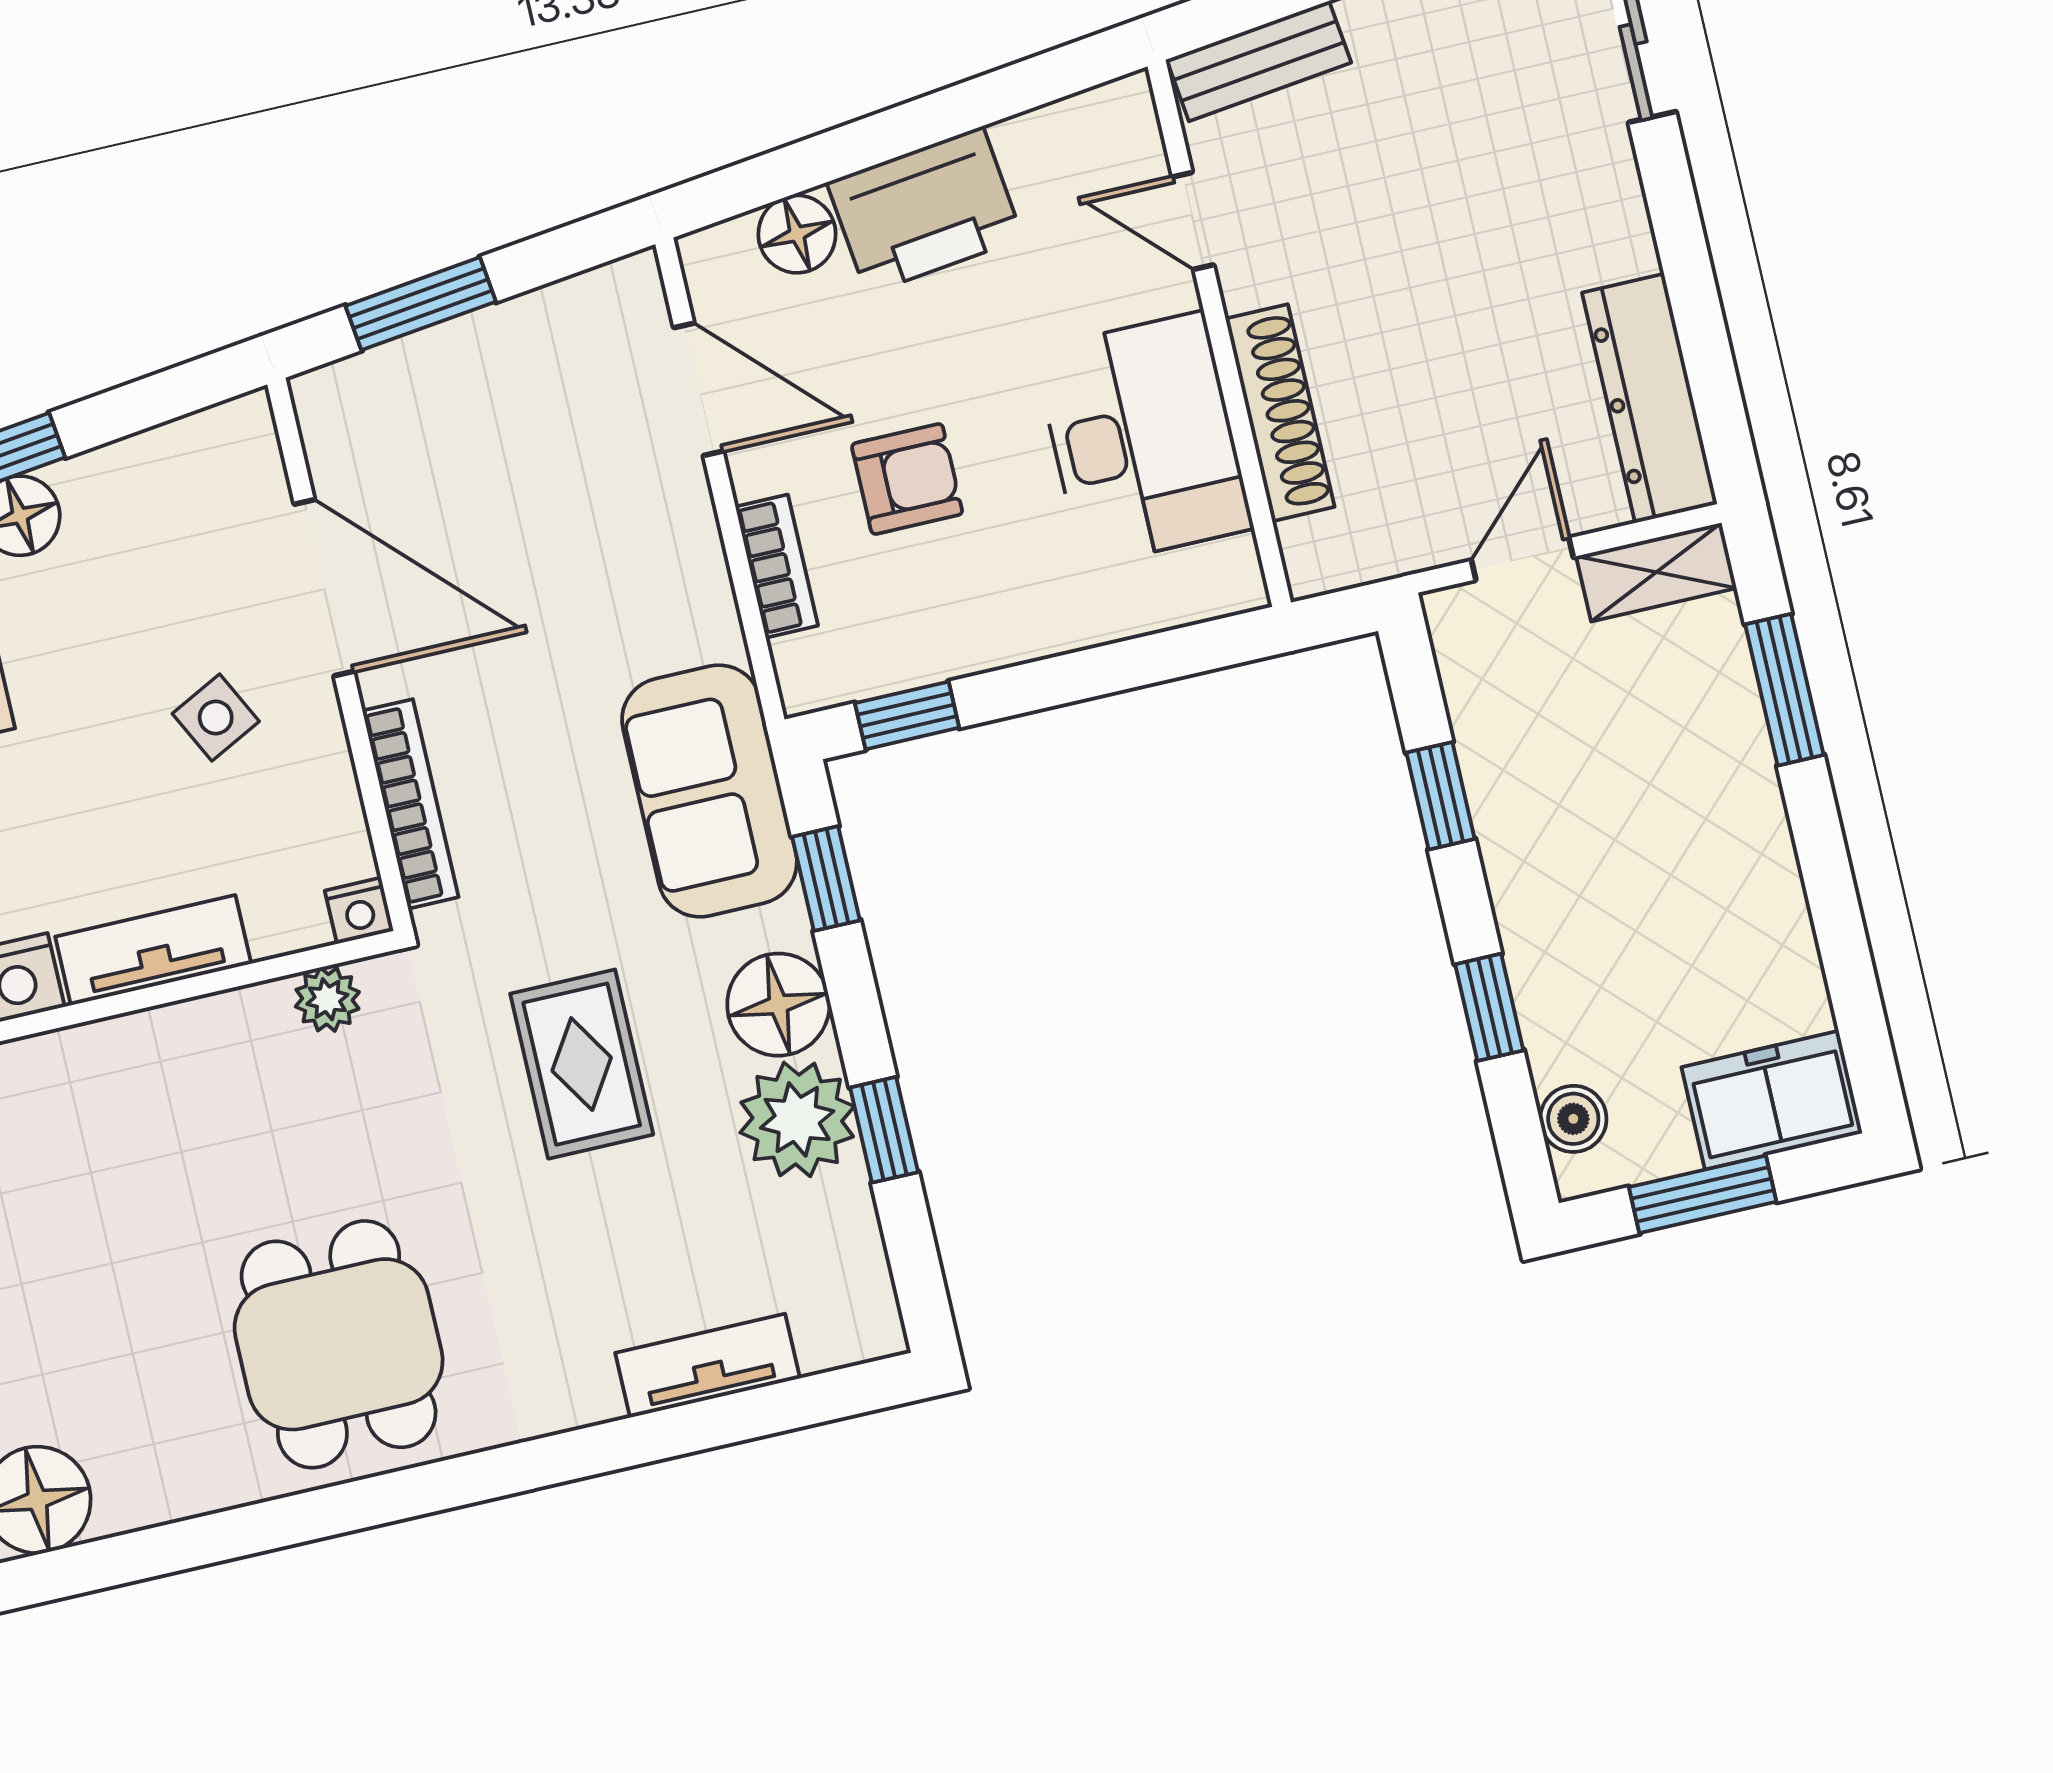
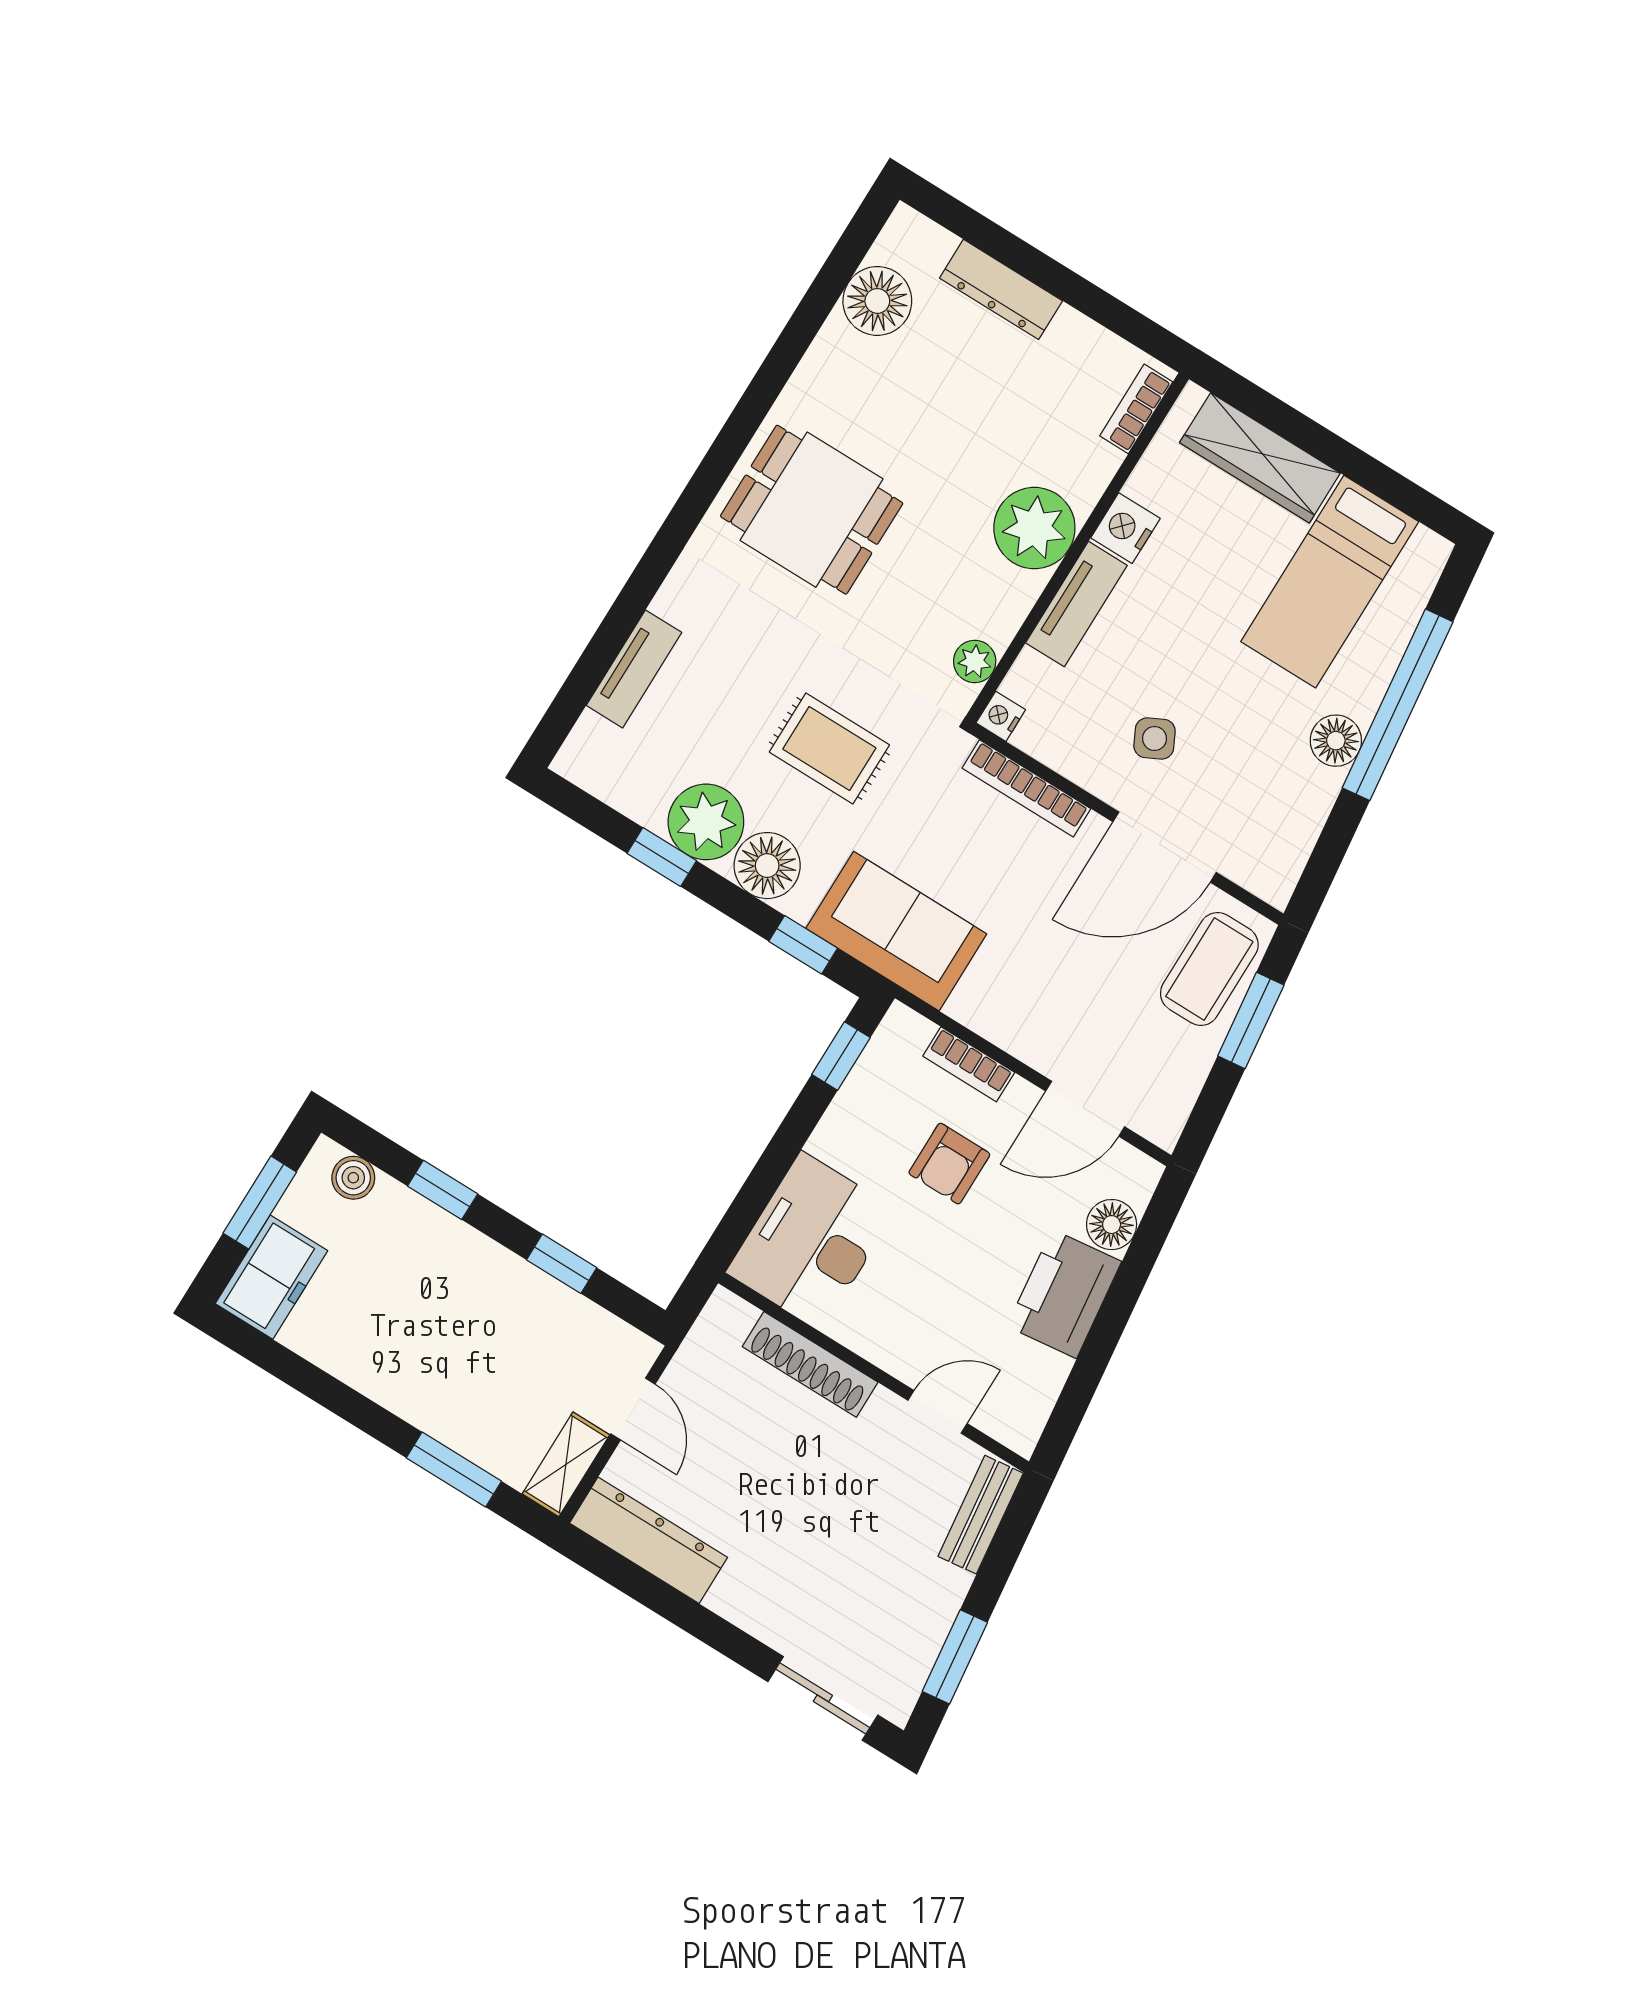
coffee table: (409, 406) -> (1209, 969), added
desk: (1143, 439) -> (811, 1241), moved, turned 90
plant: (115, 1079) -> (1034, 528), added

